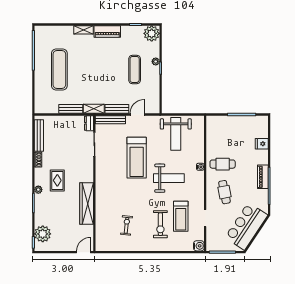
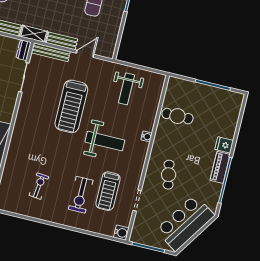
weight bench: (176, 134) -> (126, 89), width x0.73, depth x0.75
fridge: (262, 144) -> (224, 145), moved
cafe table: (223, 164) -> (177, 116), moved

